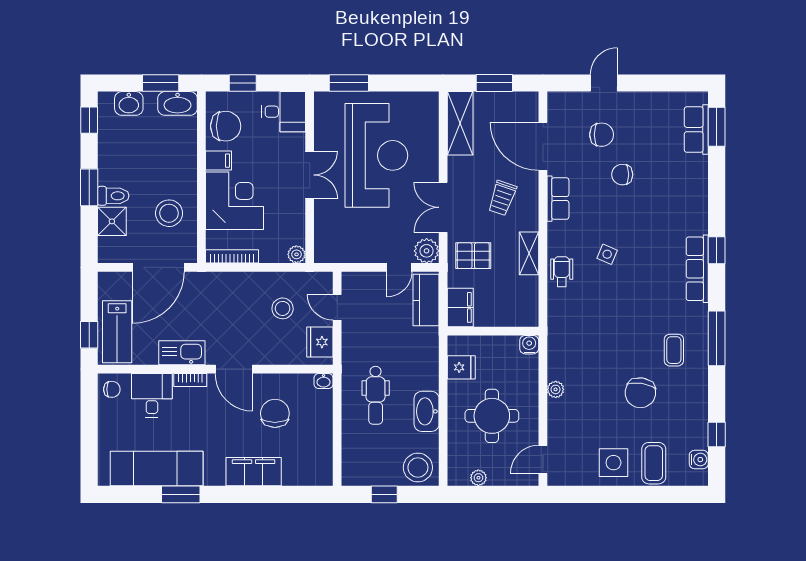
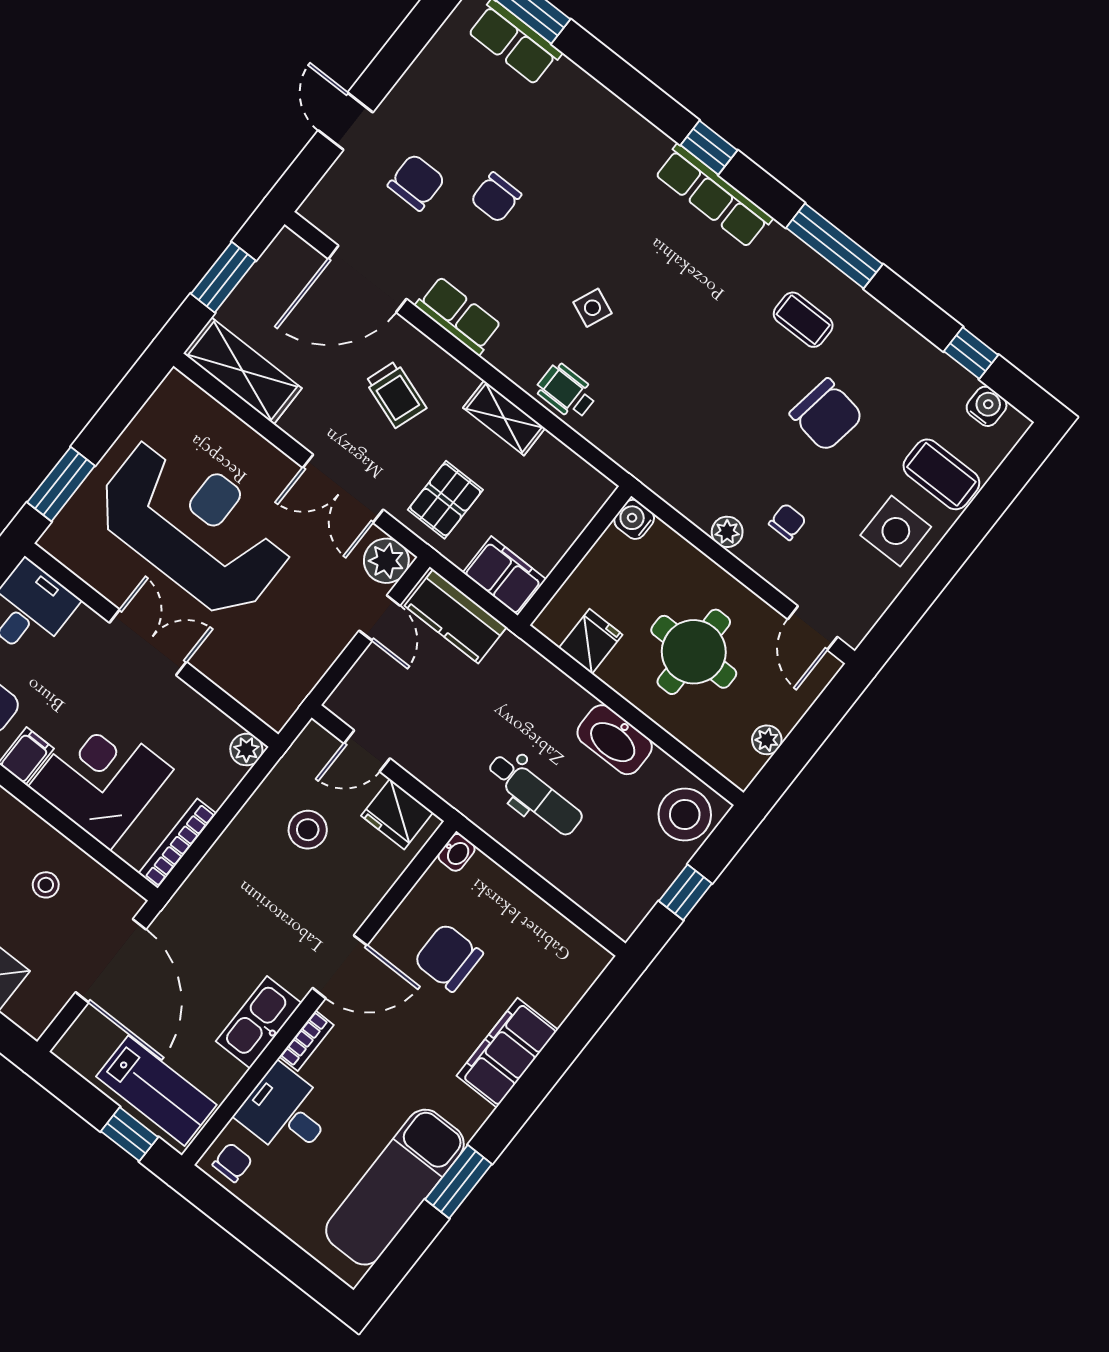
stool: (169, 213) -> (46, 885), width x0.53, depth x0.53
chair: (580, 412) -> (787, 522), added

